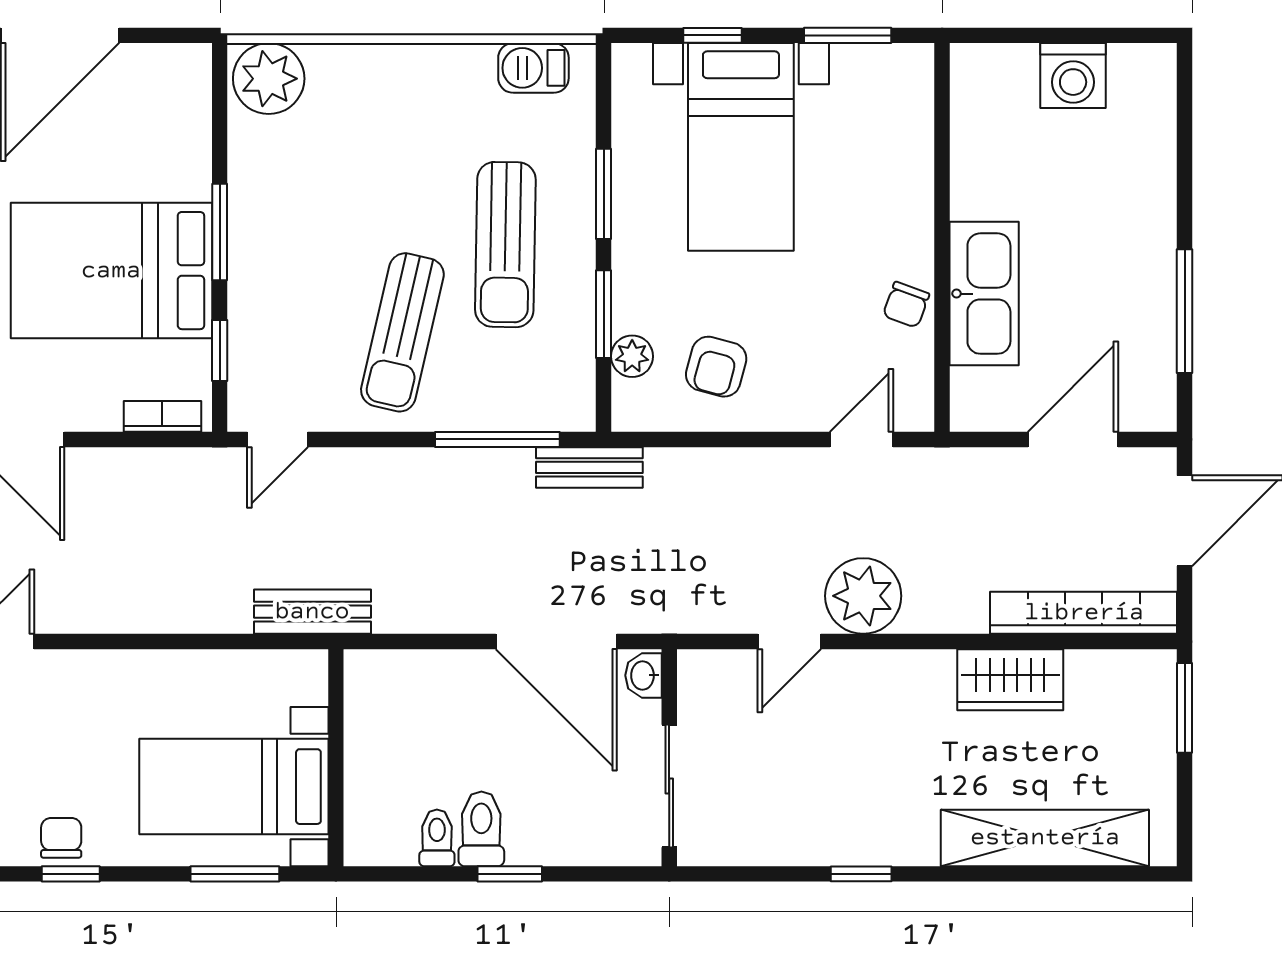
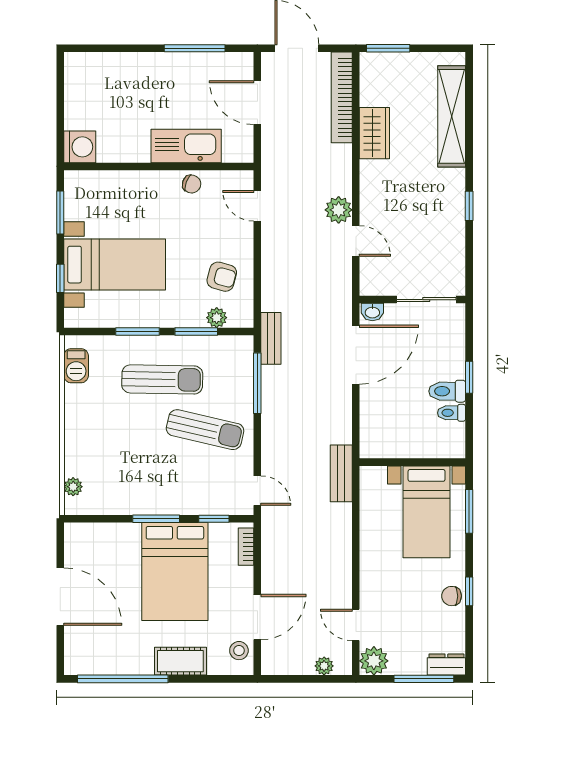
washing machine: (1073, 76) -> (80, 147), moved
plant: (269, 79) -> (73, 487), width x0.53, depth x0.53
plant: (863, 596) -> (339, 210), width x0.73, depth x0.73

